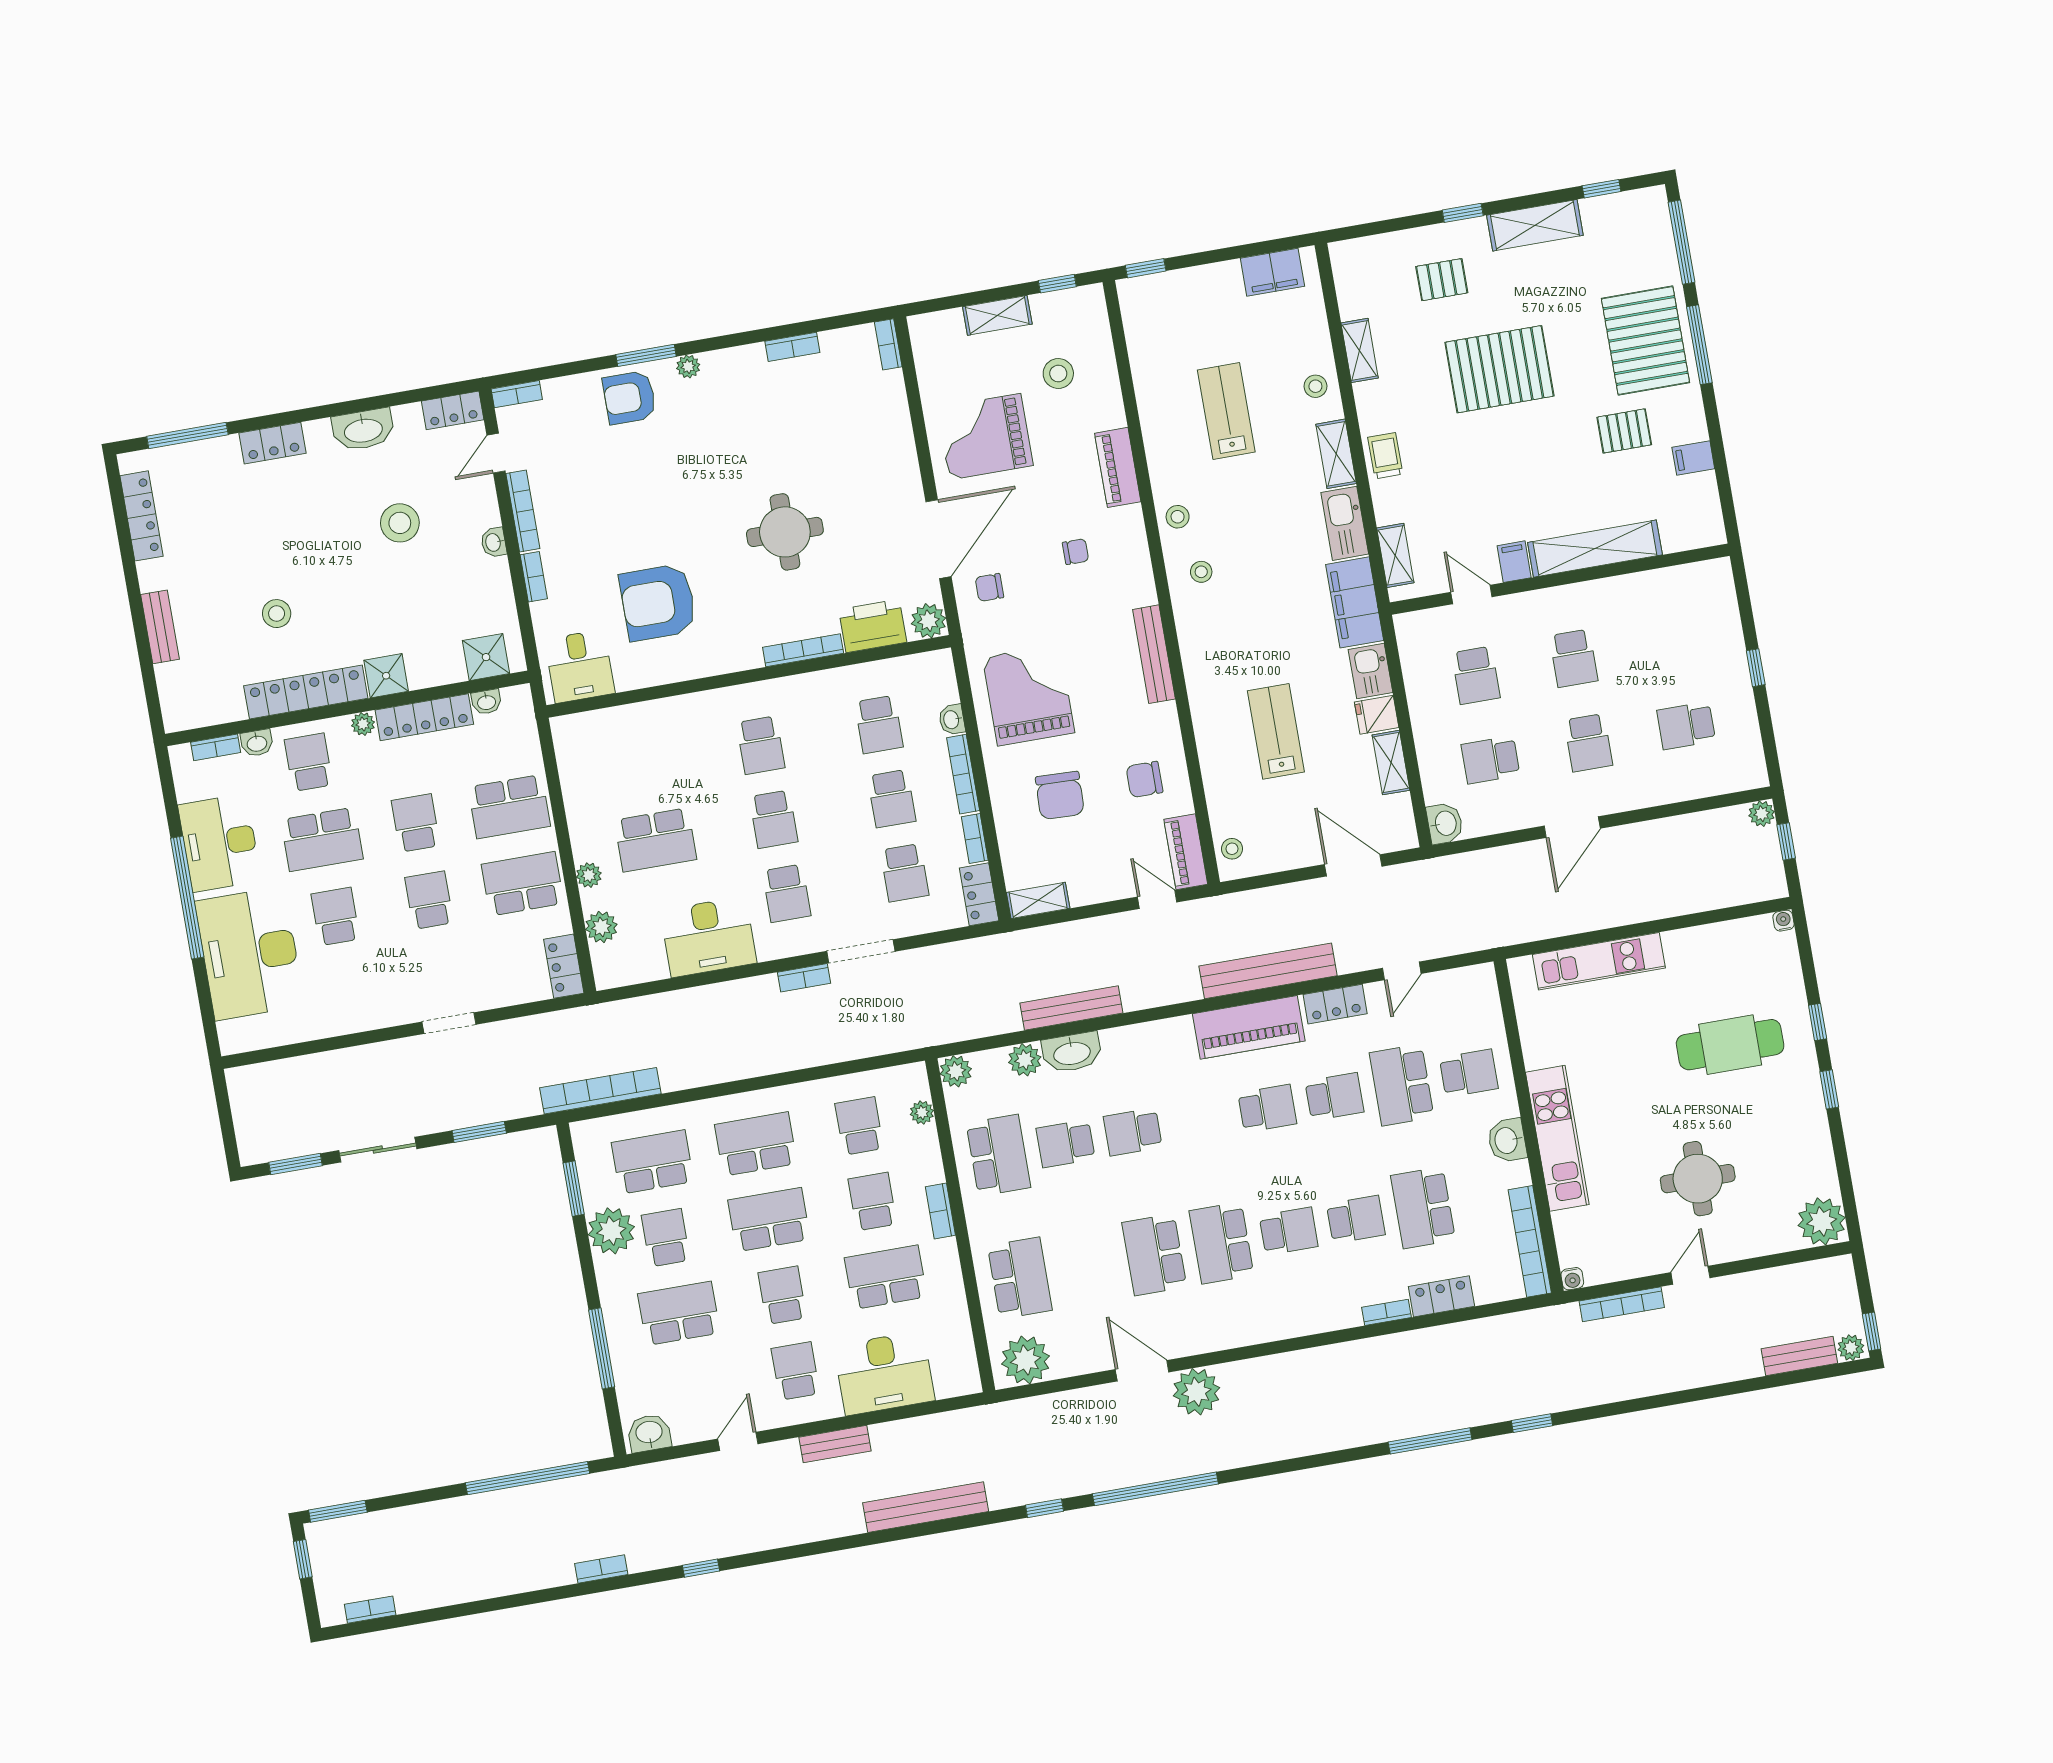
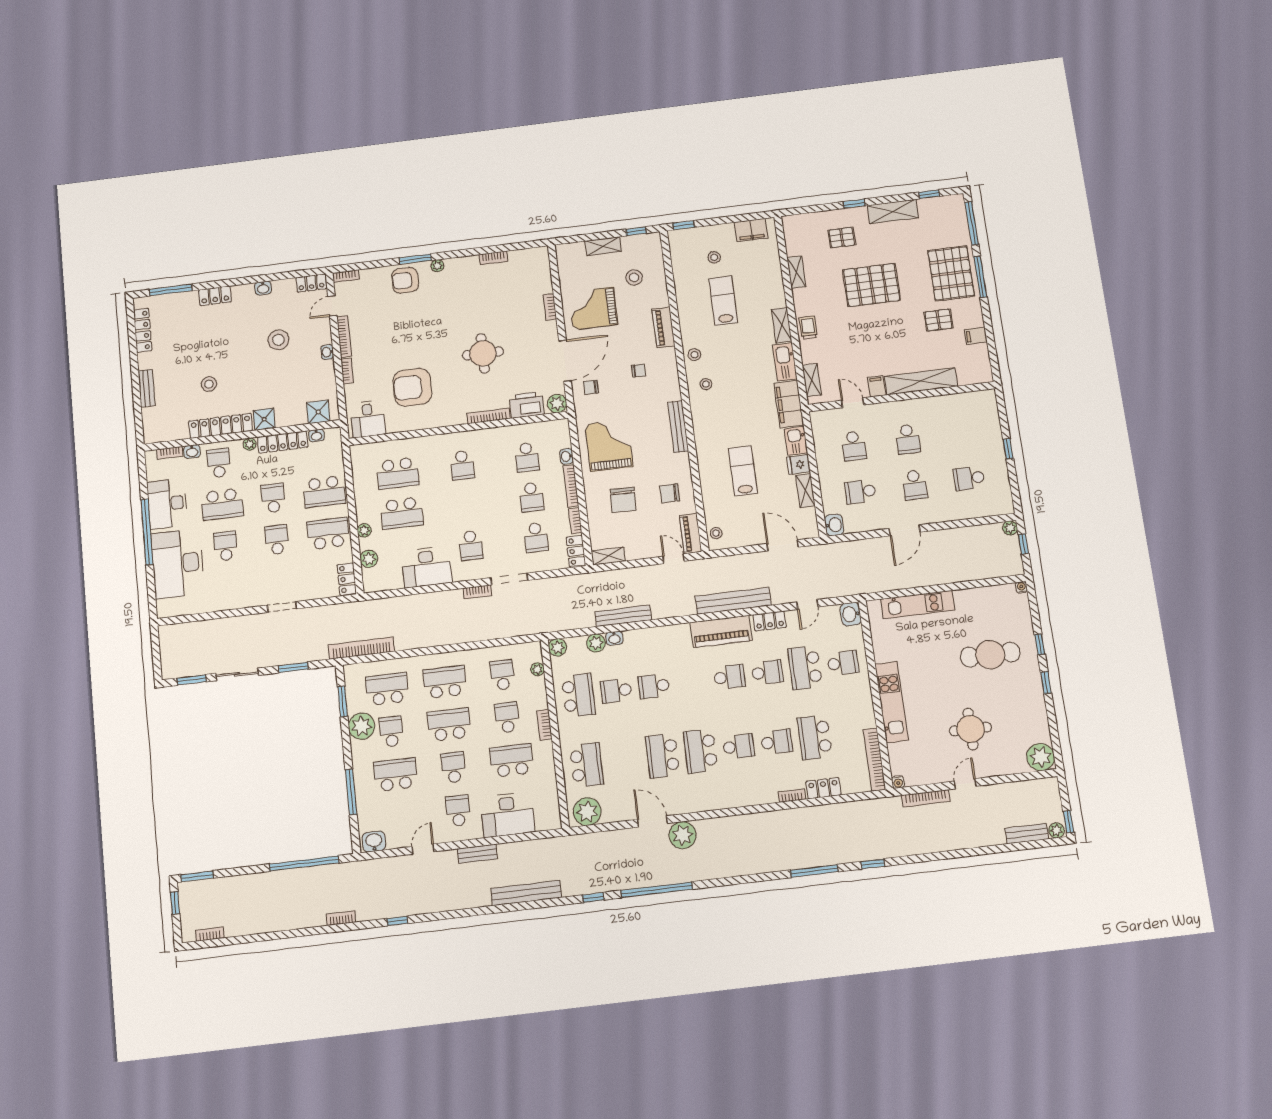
bookcase: (888, 344) -> (550, 307), moved
stool: (1315, 386) -> (714, 257), moved
washbasin: (363, 430) -> (263, 288), width x0.52, depth x0.69
school desk: (774, 819) -> (398, 473), moved, width x1.85
washbasin: (1072, 1053) -> (614, 638), width x0.52, depth x0.69
washbasin: (1507, 1140) -> (851, 614), moved

